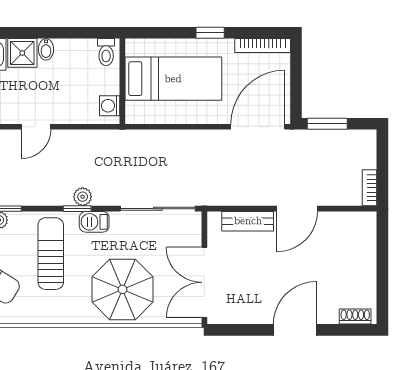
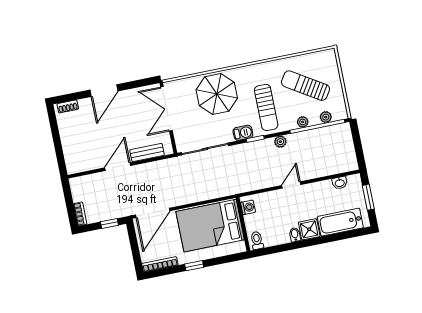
bed: (173, 79) -> (210, 226), width x1.50
window: (327, 124) -> (109, 224), width x0.67
bookcase: (369, 188) -> (80, 214), moved
plant: (83, 197) -> (280, 142), moved
double door: (204, 282) -> (166, 109), swing flipped

